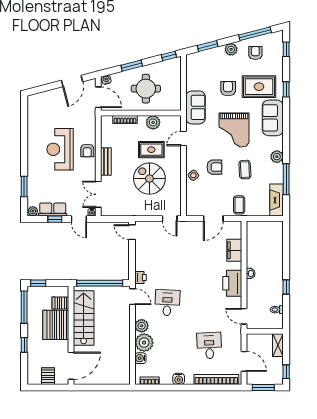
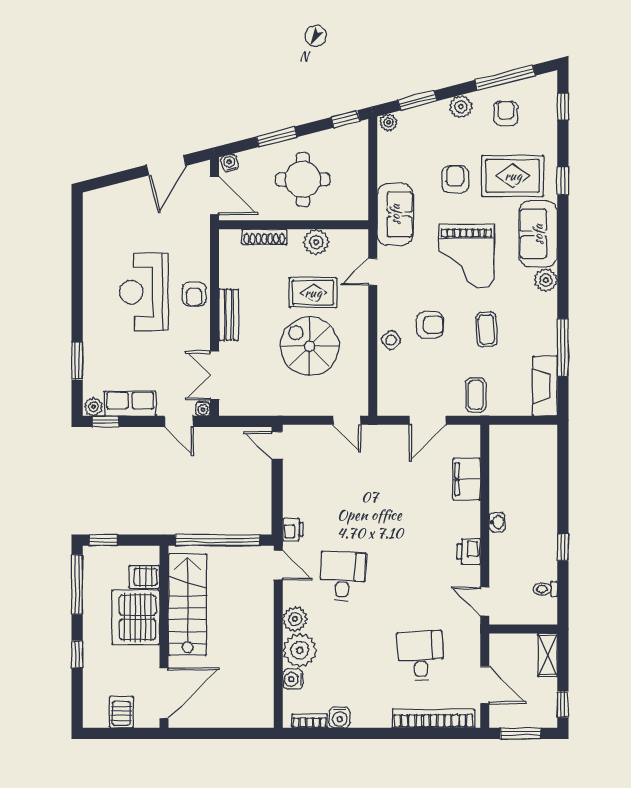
plant: (192, 58) -> (389, 122), added
plant: (277, 157) -> (546, 280), moved
window: (55, 219) -> (106, 421), moved
printer: (232, 283) -> (469, 551), width x0.53, depth x0.68
water cooler: (179, 379) -> (340, 717), moved

